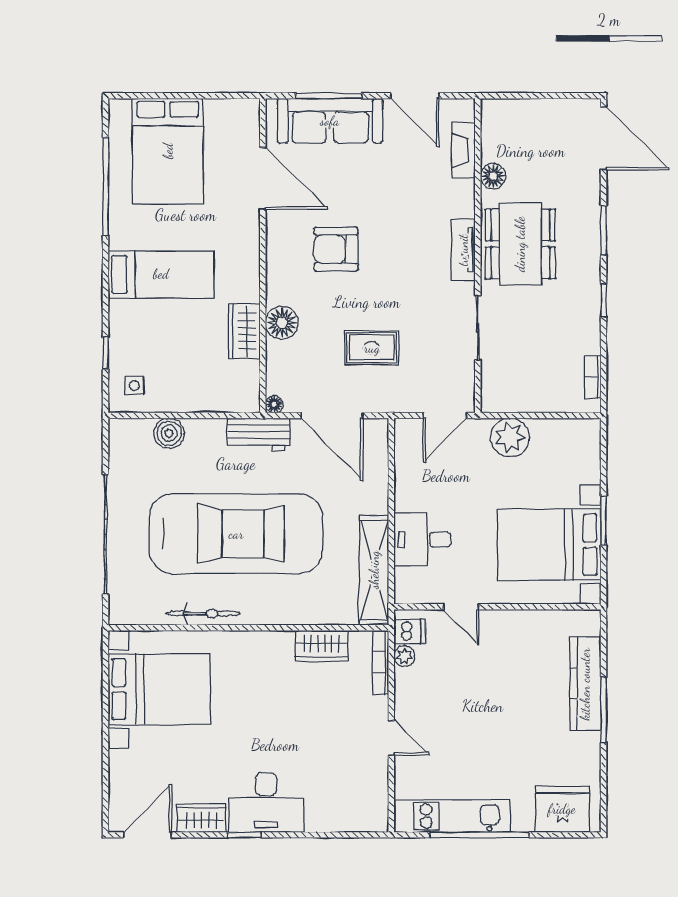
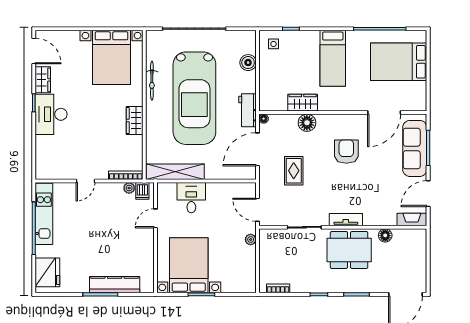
fireplace: (463, 150) -> (412, 219), moved
plant: (510, 438) -> (251, 240), width x0.53, depth x0.53
wardrobe: (321, 646) -> (135, 121), moved

